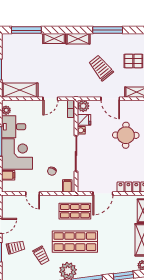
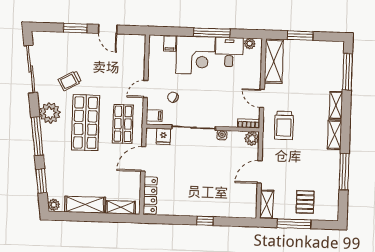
trolley: (101, 68) -> (284, 125), moved, turned 129
fridge: (84, 120) -> (163, 136), moved
round table: (126, 135) -> (214, 190), removed
door: (33, 194) -> (146, 89), moved
door: (103, 194) -> (143, 159), hinge flipped
trolley: (16, 247) -> (81, 49), removed

